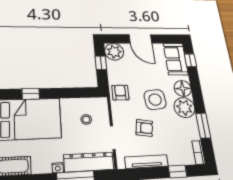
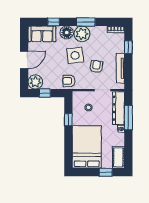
window: (190, 60) -> (54, 22), moved
window: (31, 94) -> (68, 120), moved
window: (203, 126) -> (86, 22), moved

